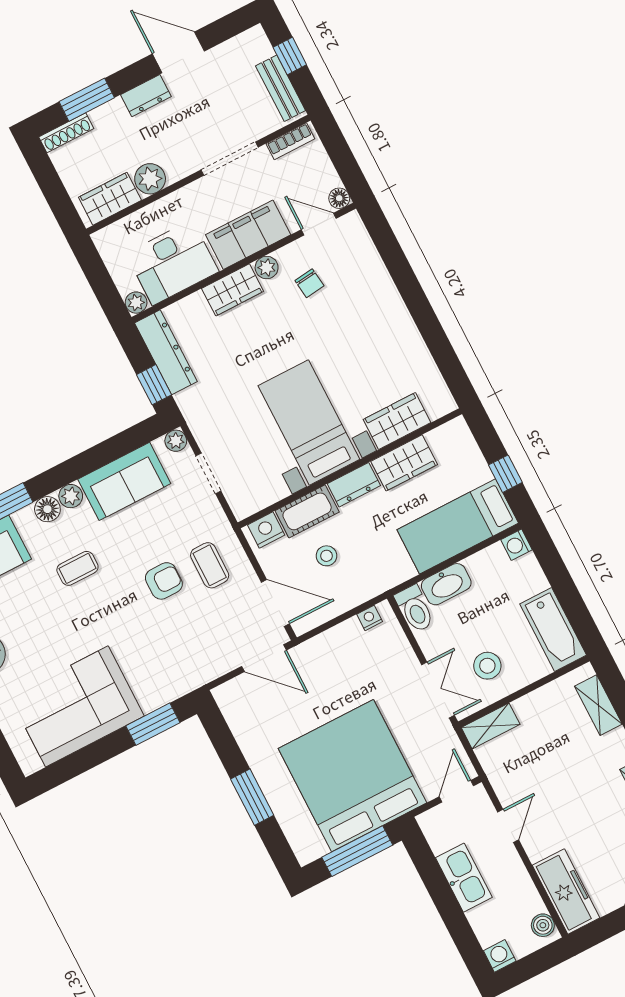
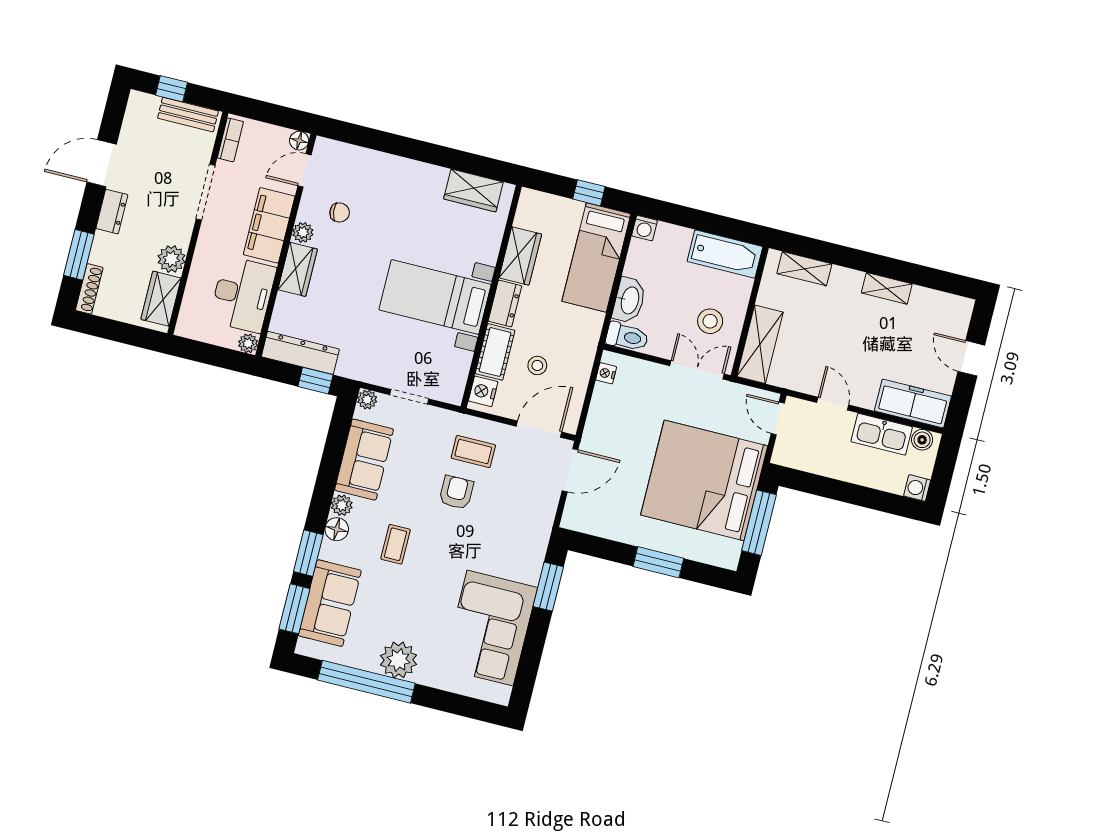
wardrobe: (397, 421) -> (473, 190), moved, turned -90
shelving: (491, 726) -> (760, 344), width x1.50, depth x1.33
kitchen sink: (464, 878) -> (882, 434), moved, turned 180

